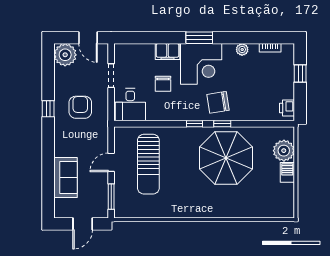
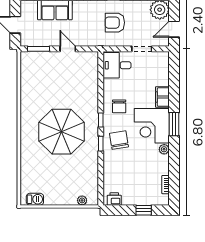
plant: (242, 50) -> (164, 149), moved
chair: (163, 84) -> (119, 106), moved, turned -90
armchair: (80, 107) -> (115, 23), turned 180
plant: (284, 151) -> (82, 200), width x0.53, depth x0.53
parasol: (226, 158) -> (61, 132), moved
sun lounger: (148, 164) -> (66, 81), removed
barbecue: (287, 172) -> (35, 199), moved

